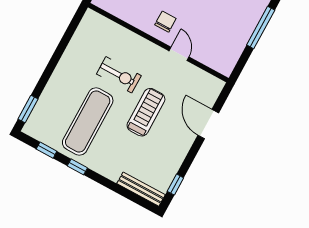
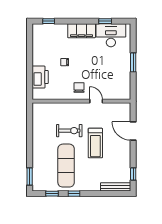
window: (261, 28) -> (133, 62), width x0.69
treadmill: (146, 112) -> (95, 143), turned 180

